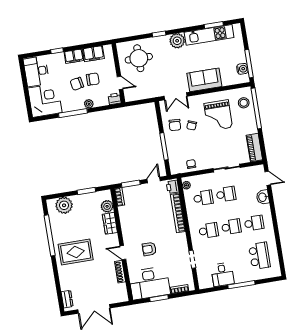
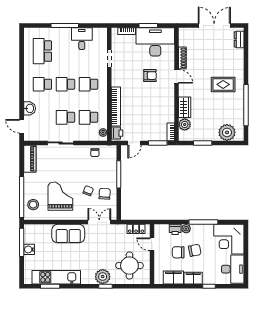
plant: (177, 41) -> (103, 277), moved
water cooler: (242, 69) -> (29, 249), moved
locker: (138, 95) -> (136, 229), added
printer: (115, 99) -> (175, 229), moved
rug: (76, 252) -> (223, 84), width x0.73, depth x0.70

